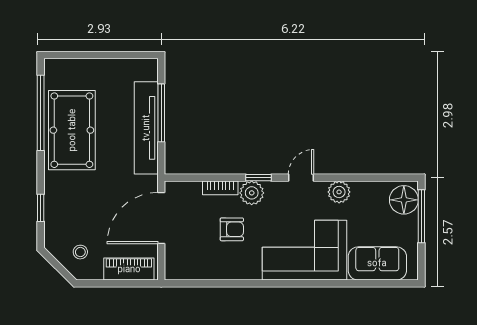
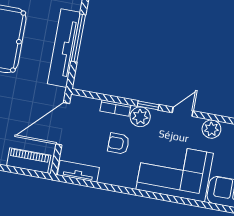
armchair: (232, 229) -> (118, 143), turned 180
tv unit: (190, 271) -> (78, 171), added

